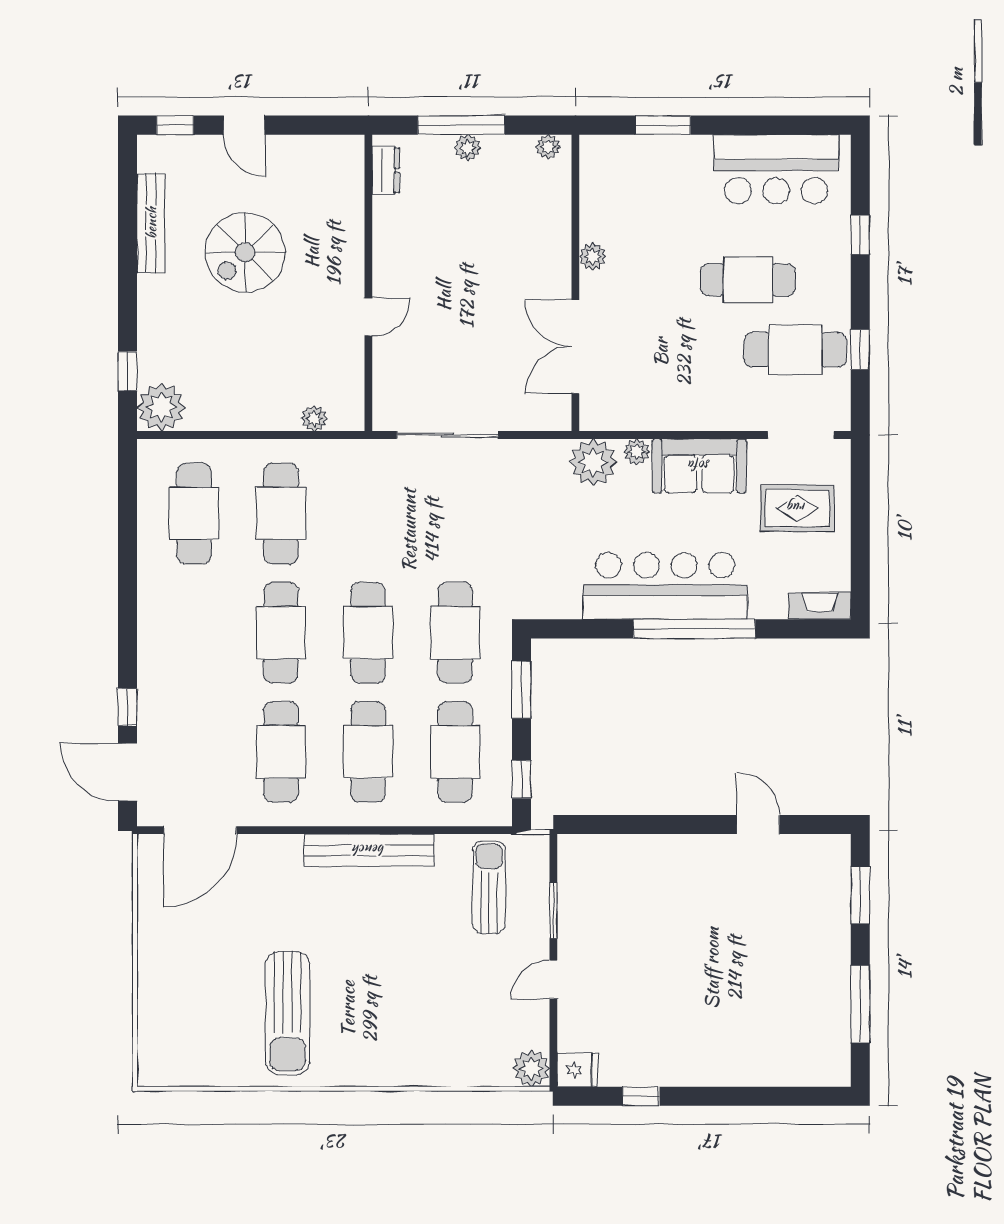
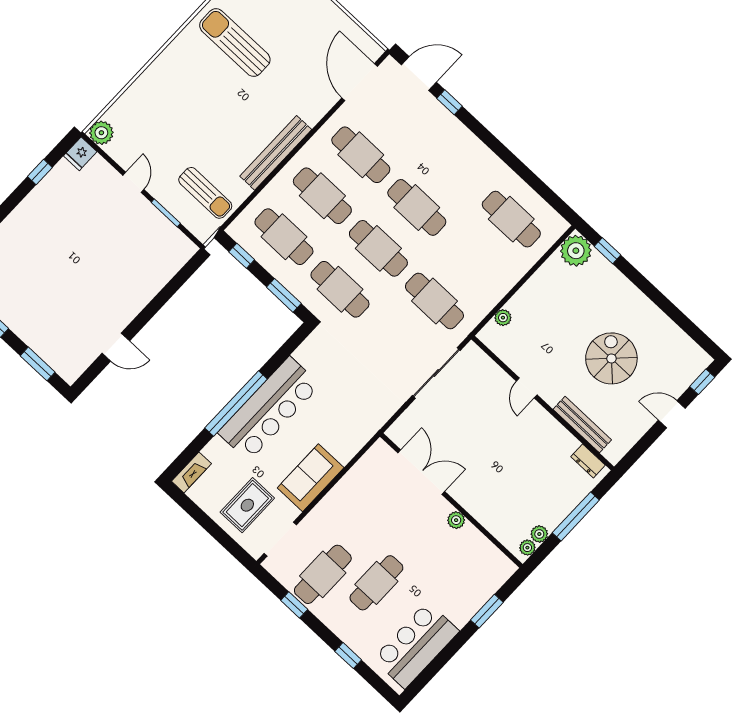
plant: (468, 148) -> (539, 534), moved
bench: (151, 223) -> (582, 425), moved
plant: (637, 452) -> (345, 455), removed
plant: (593, 462) -> (359, 429), removed
cafe table: (281, 513) -> (434, 301), moved

